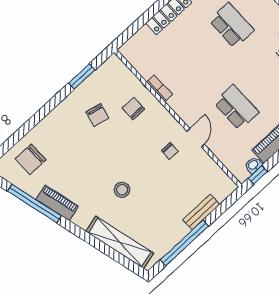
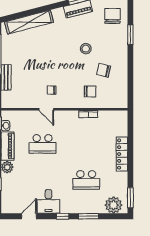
window: (82, 77) -> (130, 35), moved
stool: (122, 190) -> (86, 49), moved

